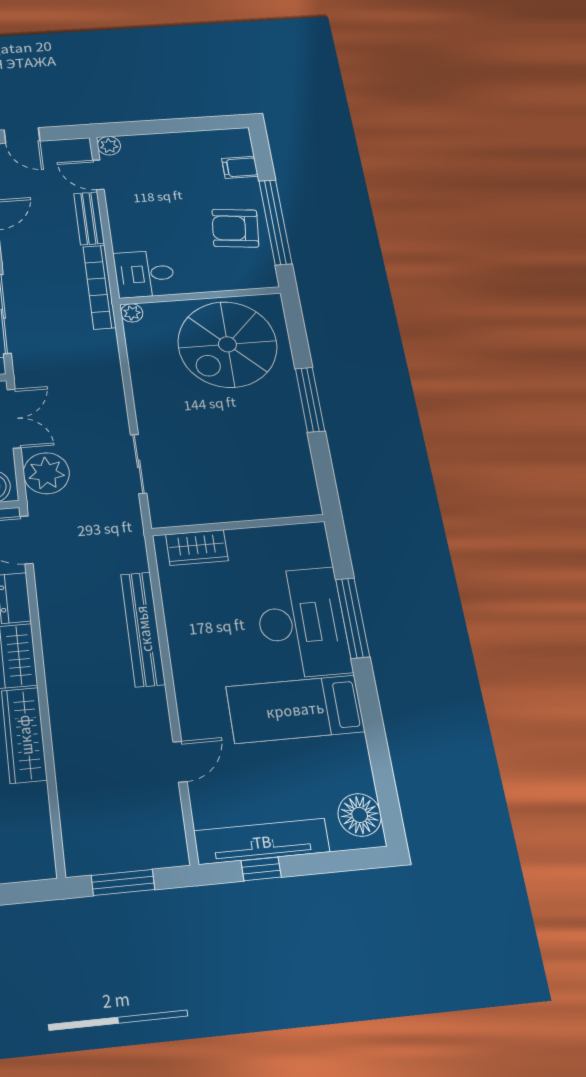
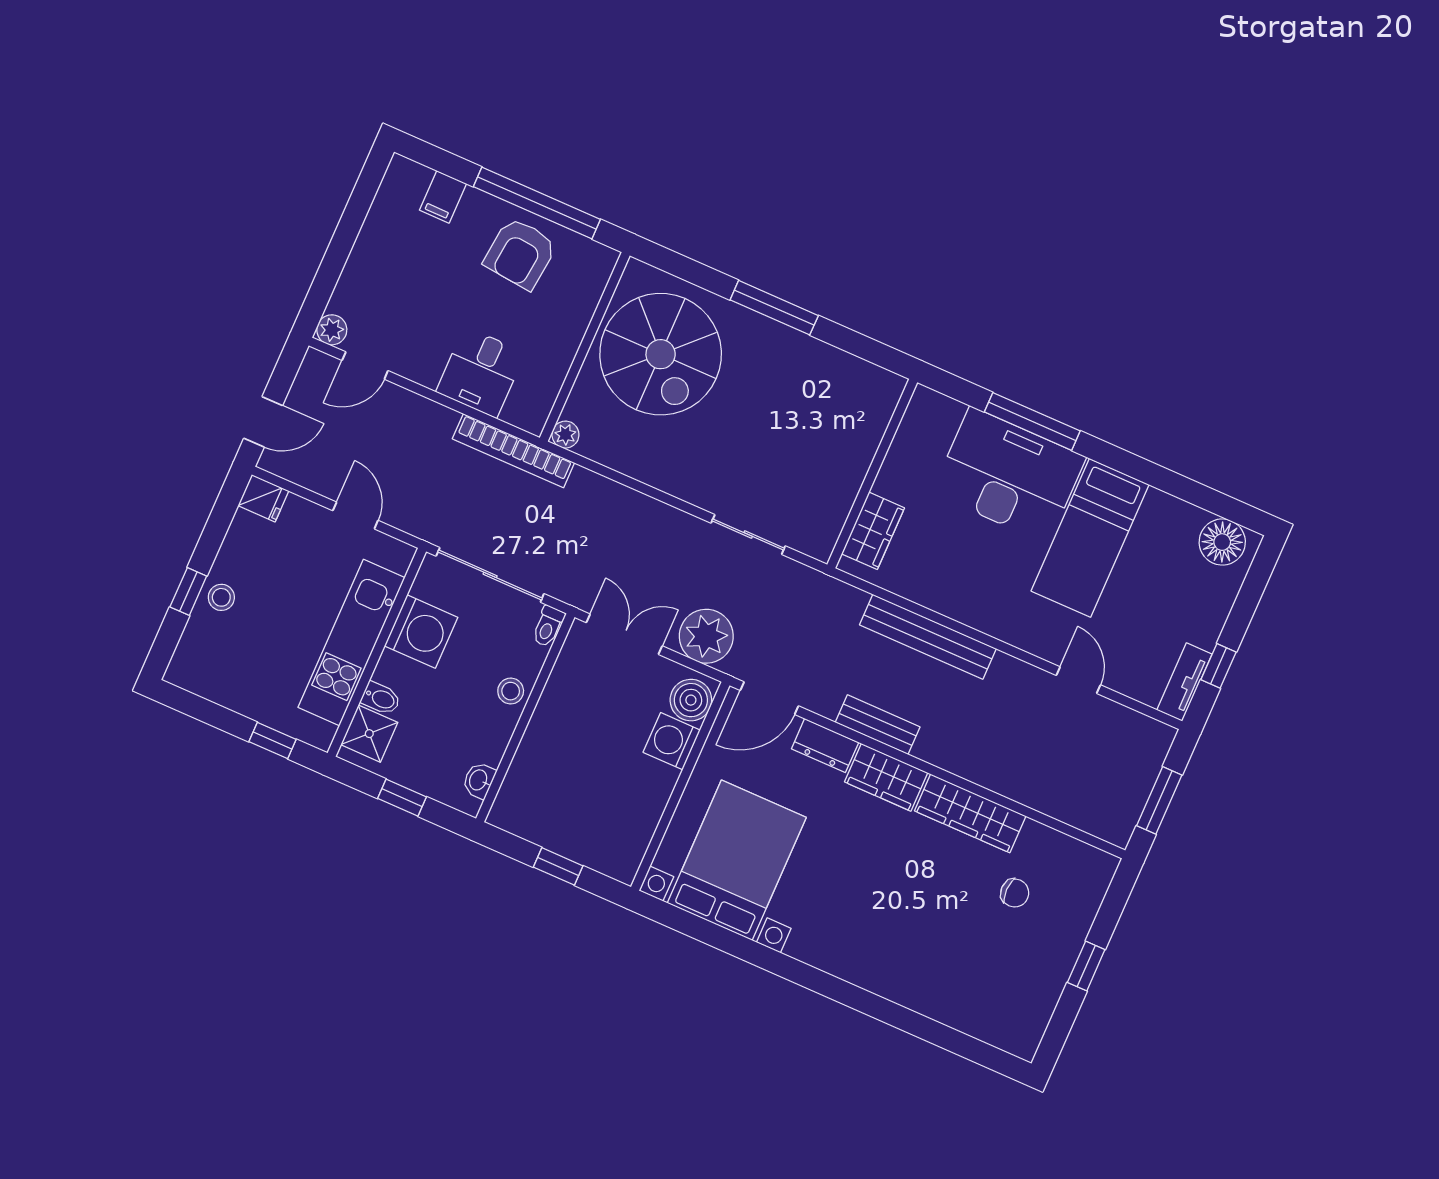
bench: (89, 218) -> (878, 725), moved
desk: (144, 274) -> (481, 372), moved
tv unit: (262, 841) -> (1184, 682), width x0.52, depth x0.78

